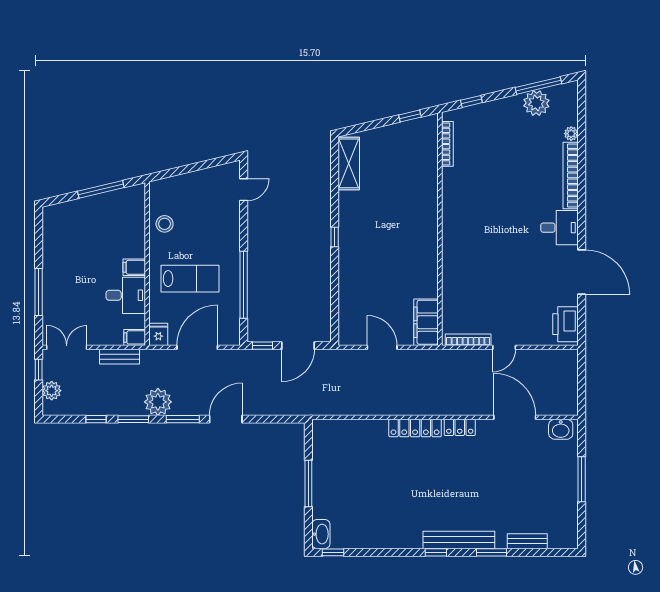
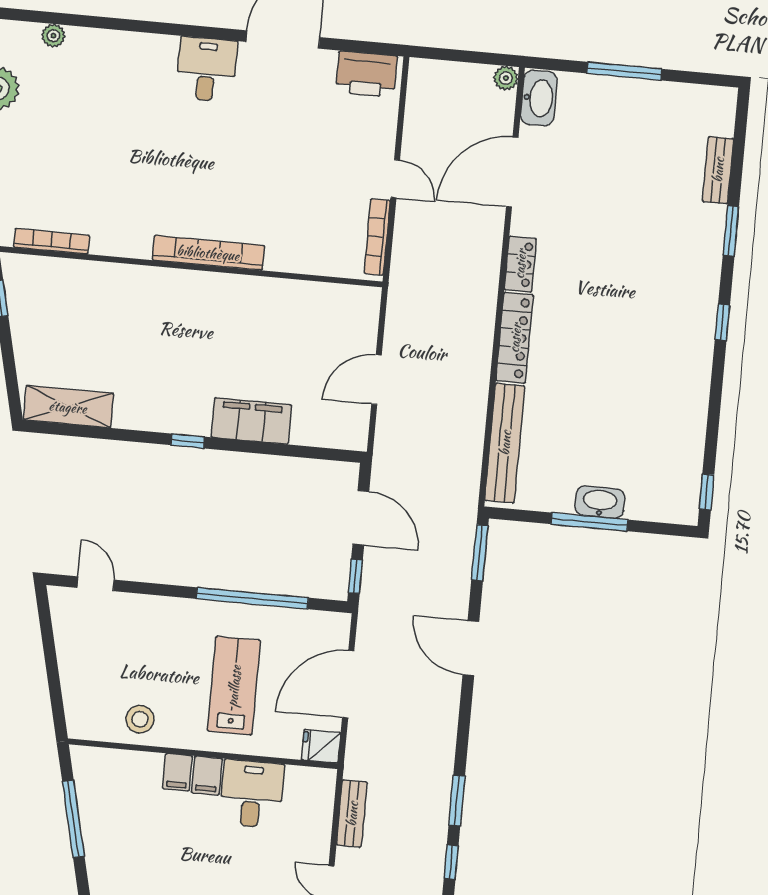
bookcase: (571, 175) -> (208, 253), moved, turned 180
filing cabinet: (426, 322) -> (251, 421), moved, turned 180
filing cabinet: (135, 337) -> (178, 772), moved
door: (197, 347) -> (348, 684), hinge flipped
plant: (158, 402) -> (506, 78), moved, width x0.53, depth x0.53
window: (183, 419) -> (480, 553), moved
washbasin: (561, 429) -> (539, 98), width x1.38
washbasin: (321, 534) -> (600, 502), moved
bench: (459, 540) -> (505, 443), moved

